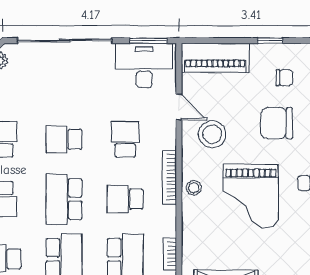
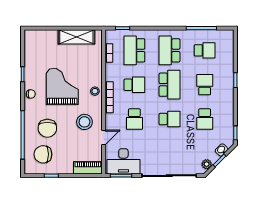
piano: (215, 58) -> (88, 168), width x0.73, depth x0.75
chair: (284, 78) -> (43, 154), width x1.87, depth x1.87
door: (179, 107) -> (104, 137), swing flipped
chair: (277, 123) -> (47, 128), turned 90

